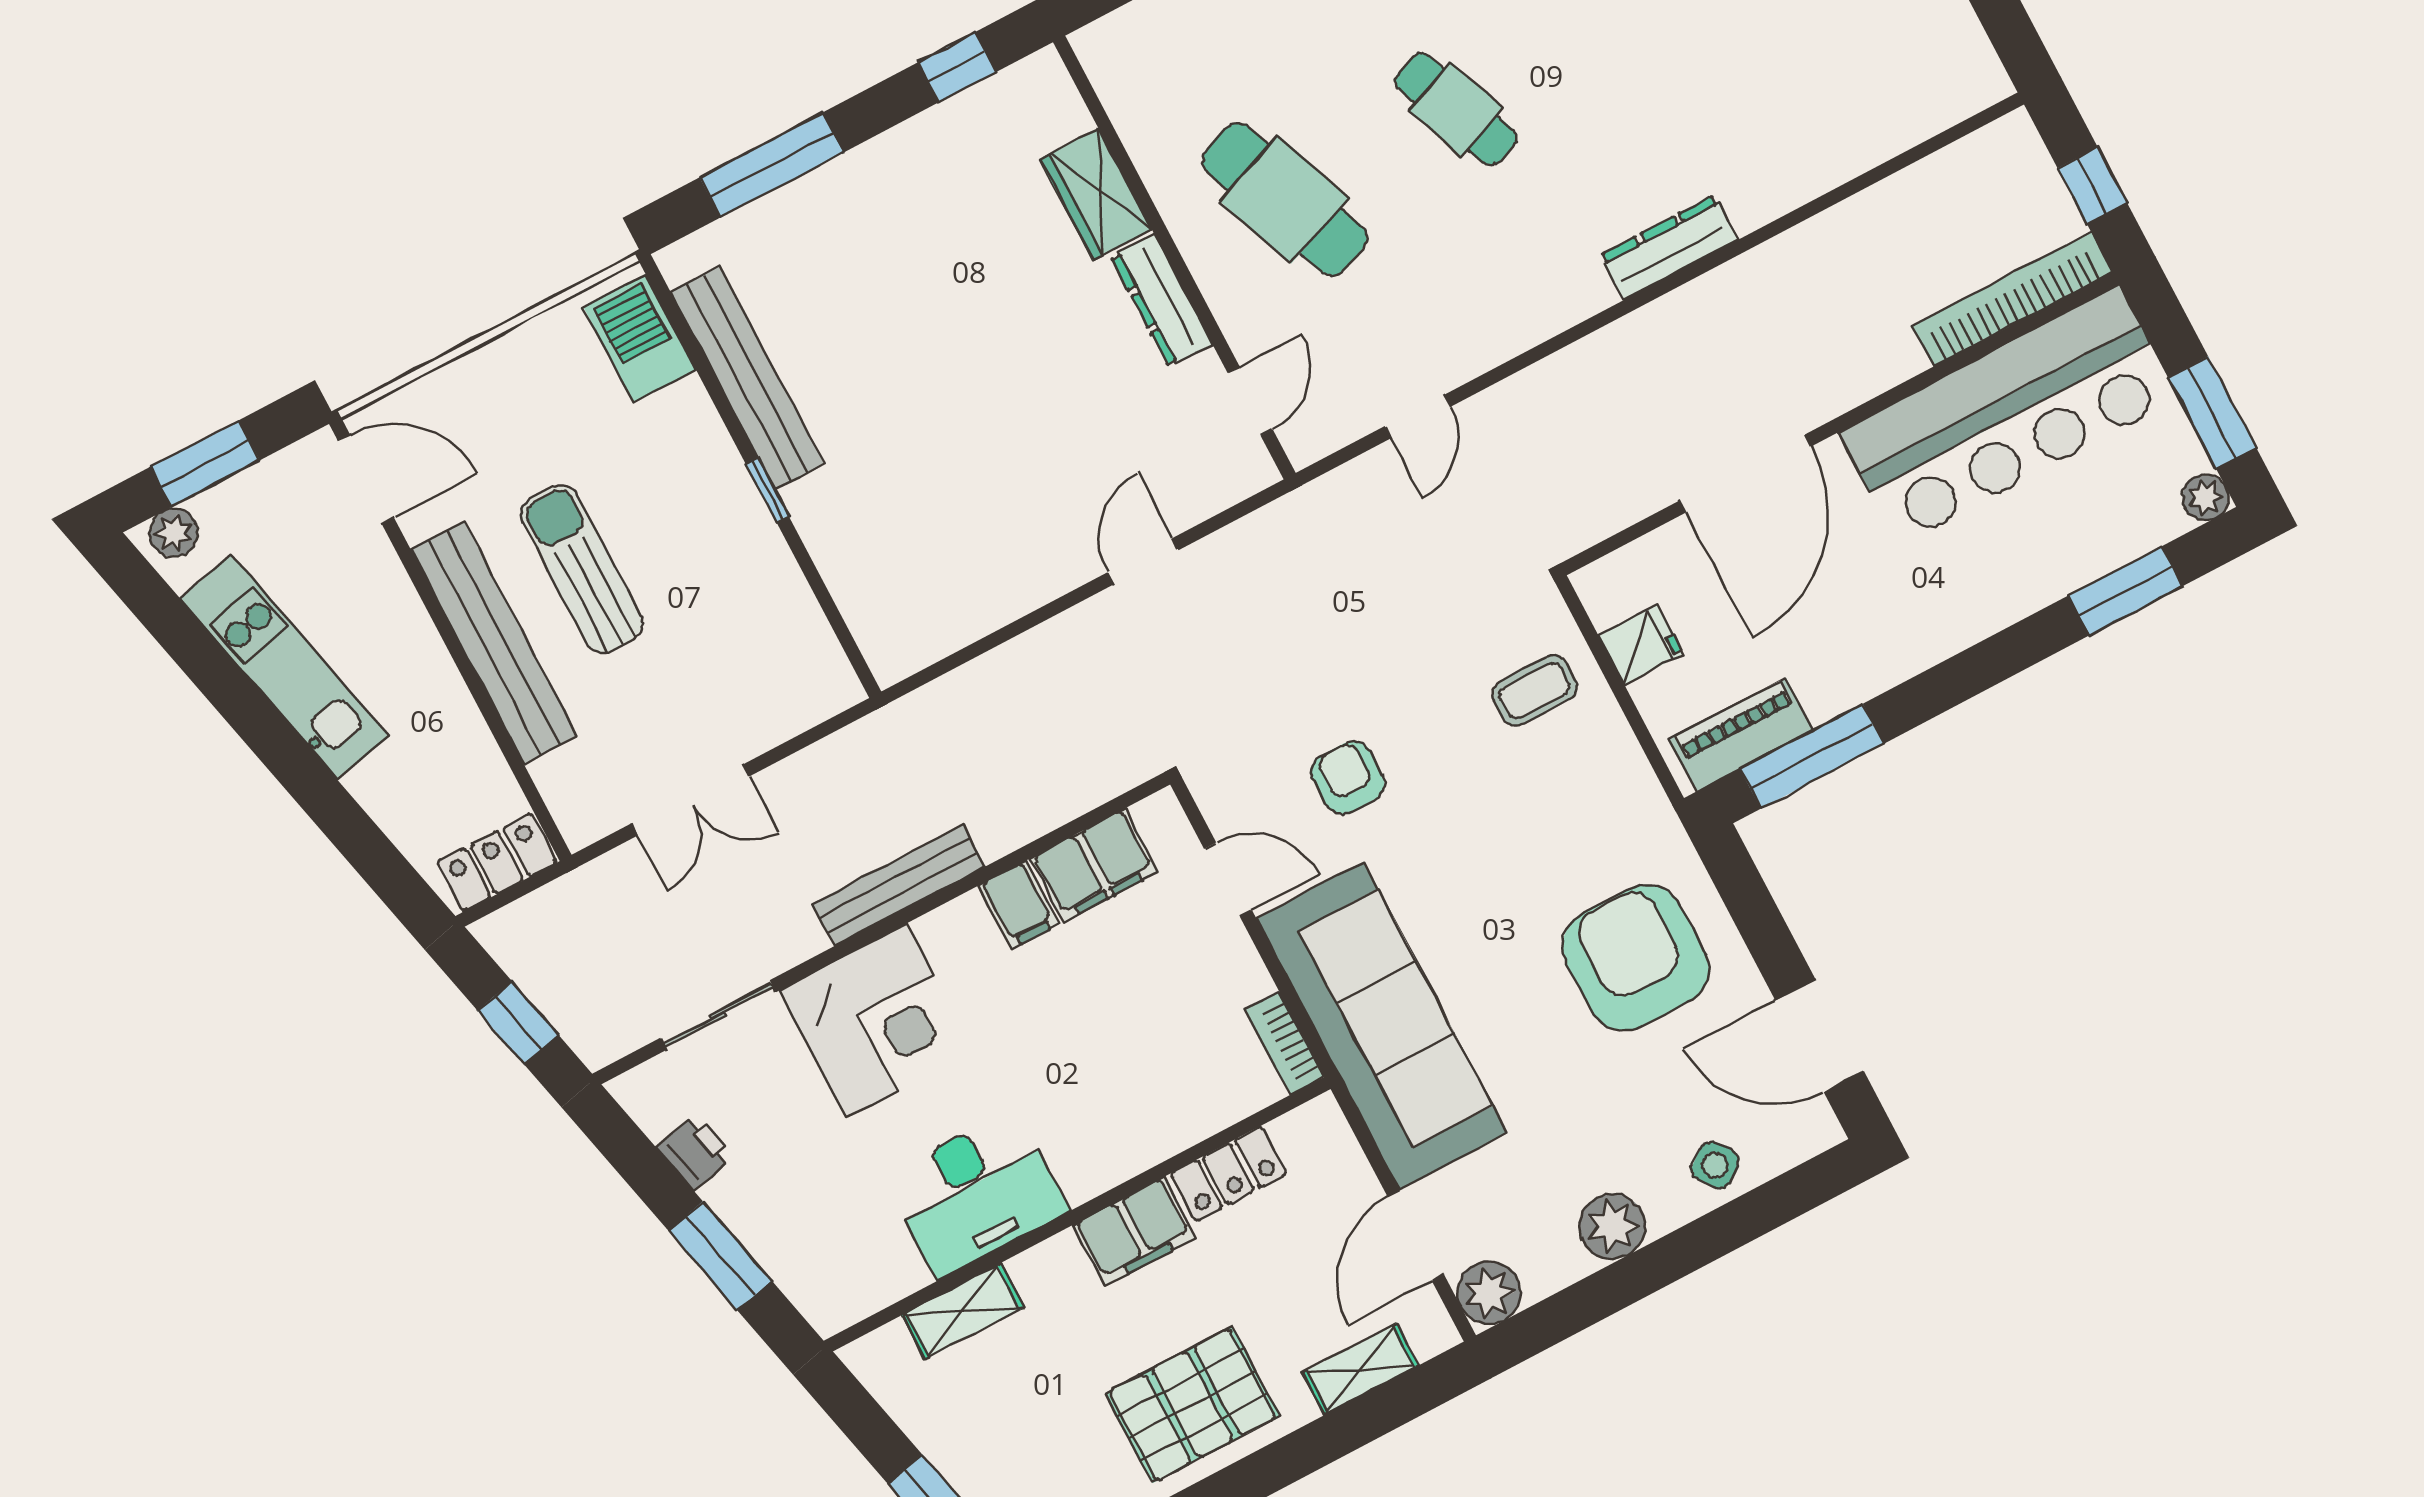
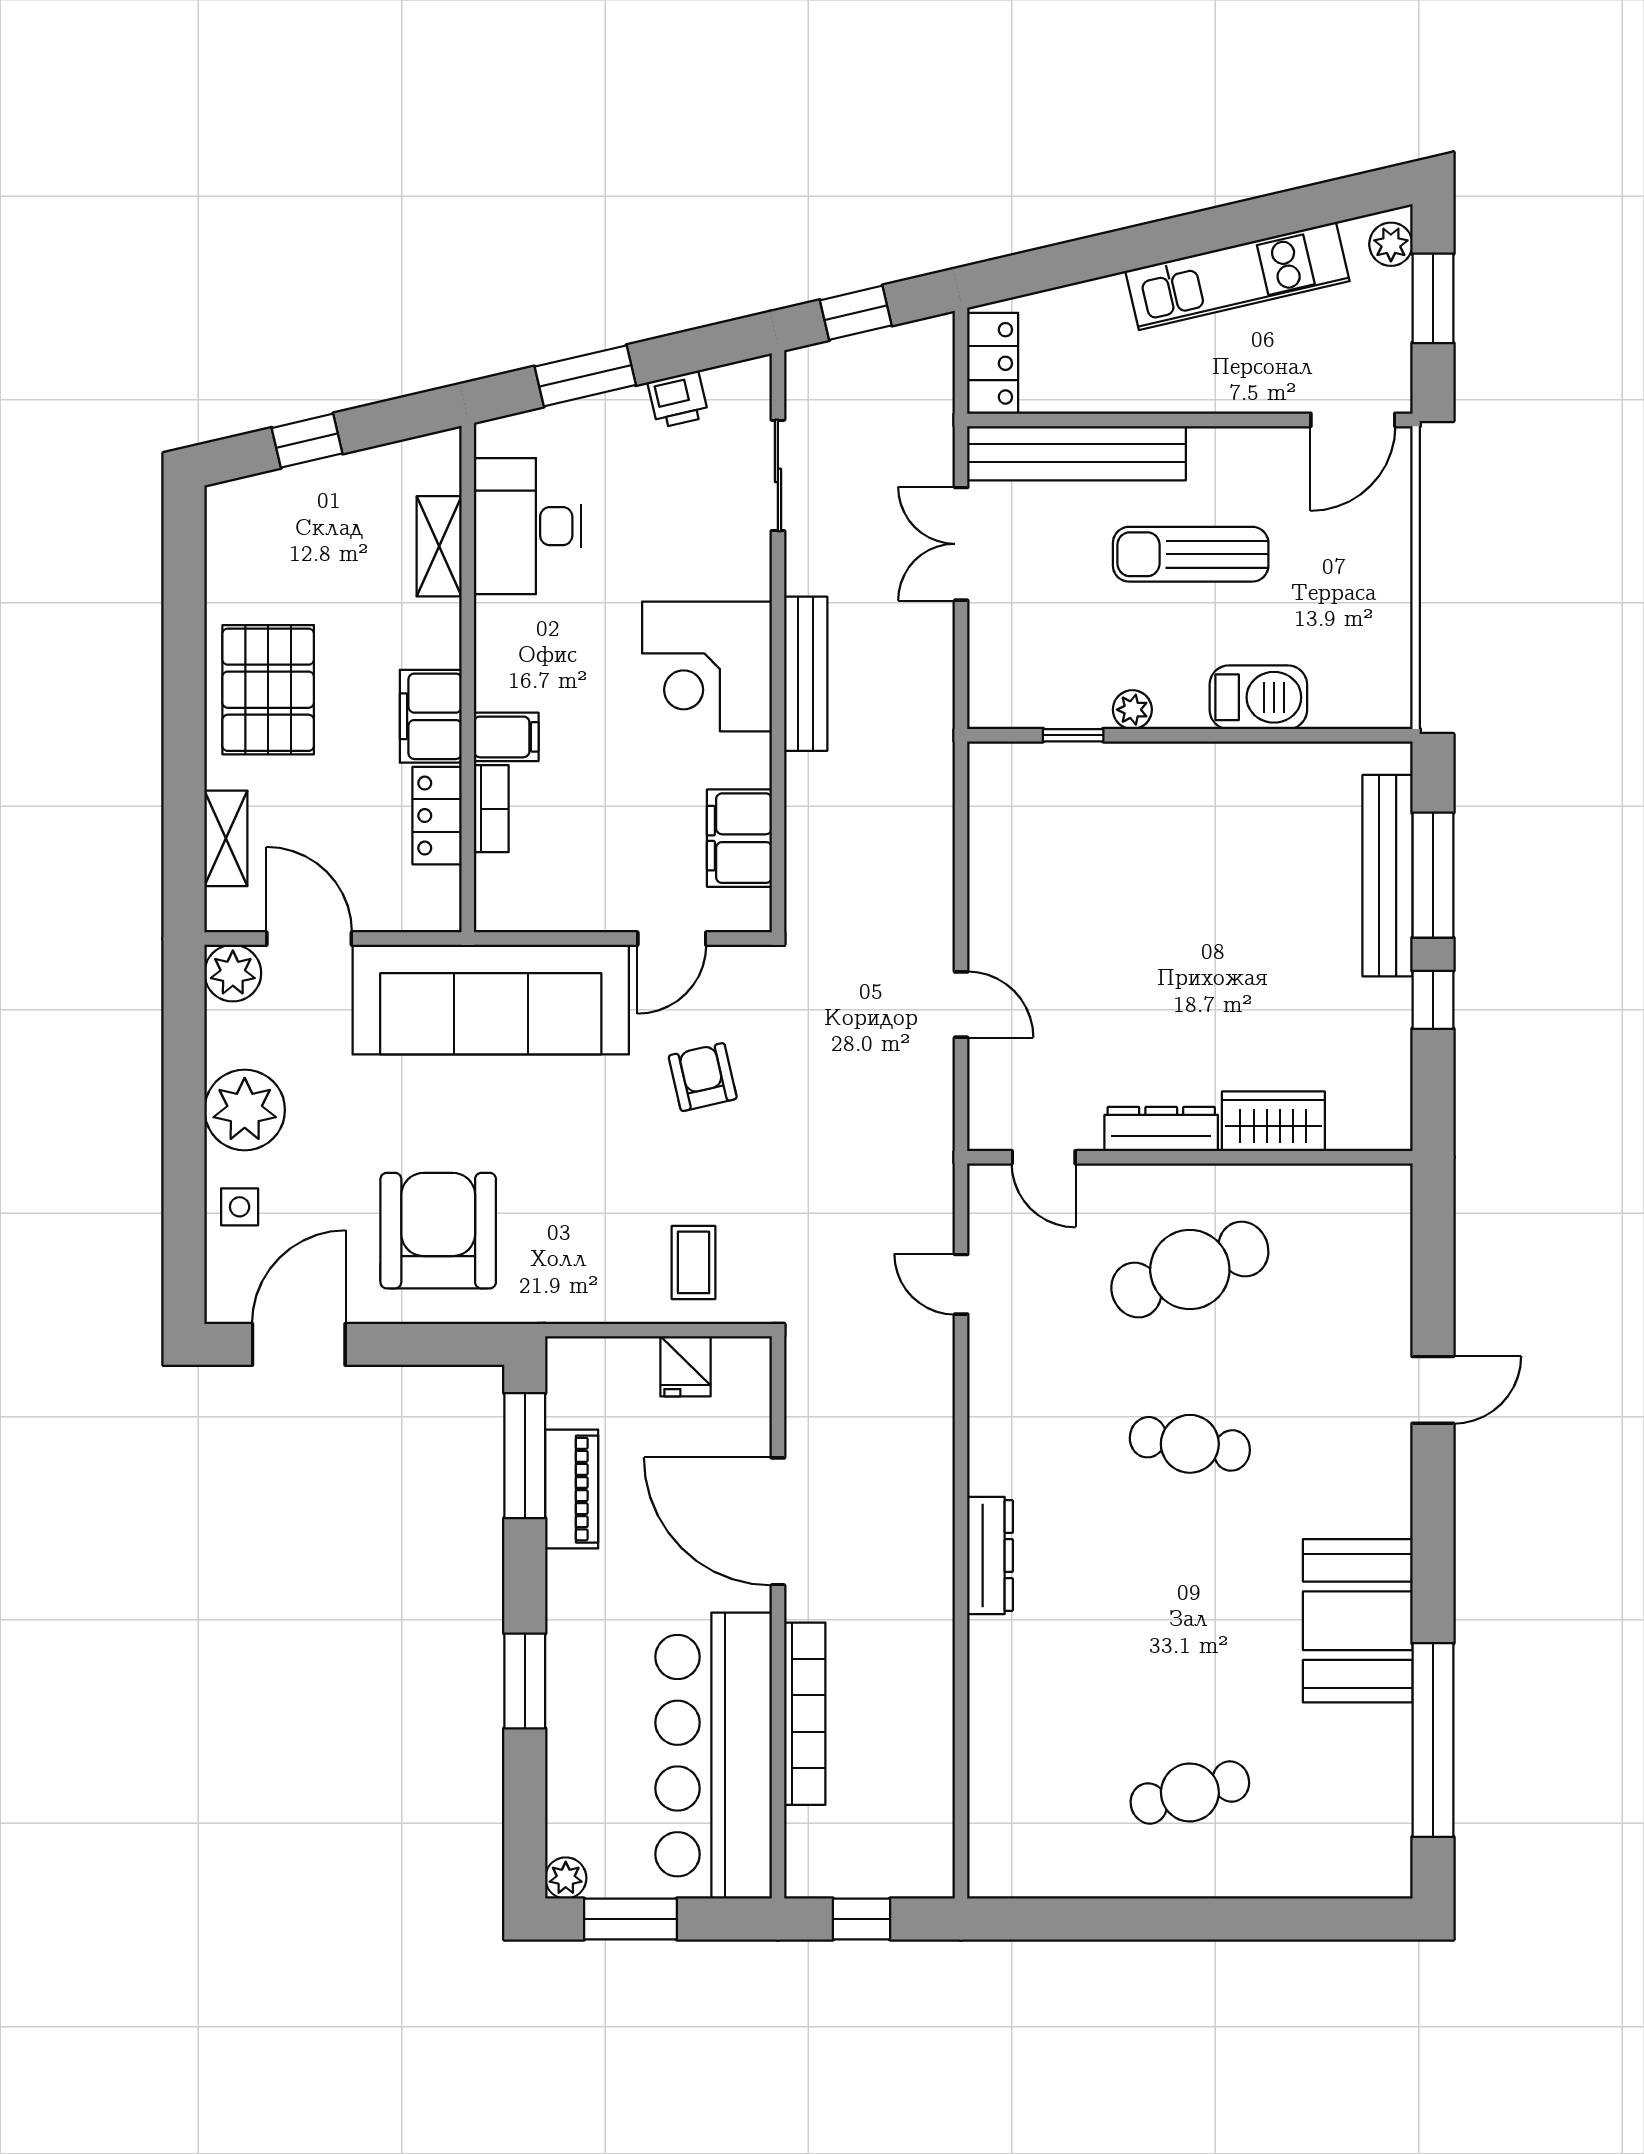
window: (957, 67) -> (1433, 1000), moved
cafe table: (1456, 109) -> (1190, 1444), turned 30
bookcase: (2012, 299) -> (805, 1714), moved
barbecue: (640, 338) -> (1258, 697), moved
bench: (747, 378) -> (1388, 876), moved, turned 90
window: (767, 490) -> (1073, 735), moved
plant: (765, 546) -> (1132, 710), added
sun lounger: (582, 569) -> (1191, 554), turned 180
window: (2126, 591) -> (525, 1681), moved
bench: (494, 643) -> (1076, 453), moved
piano: (1741, 734) -> (572, 1489), moved
armchair: (1348, 777) -> (703, 1077), turned -103
filing cabinet: (1019, 905) -> (506, 737), moved, turned 180
armchair: (1636, 958) -> (438, 1231), turned -90
corner desk: (877, 1021) -> (707, 666), moved
bookcase: (1285, 1043) -> (491, 809), moved, turned 90
side table: (1715, 1165) -> (240, 1207), turned 38
desk: (976, 1194) -> (527, 526), moved
plant: (1612, 1226) -> (245, 1110), width x1.36, depth x1.36

